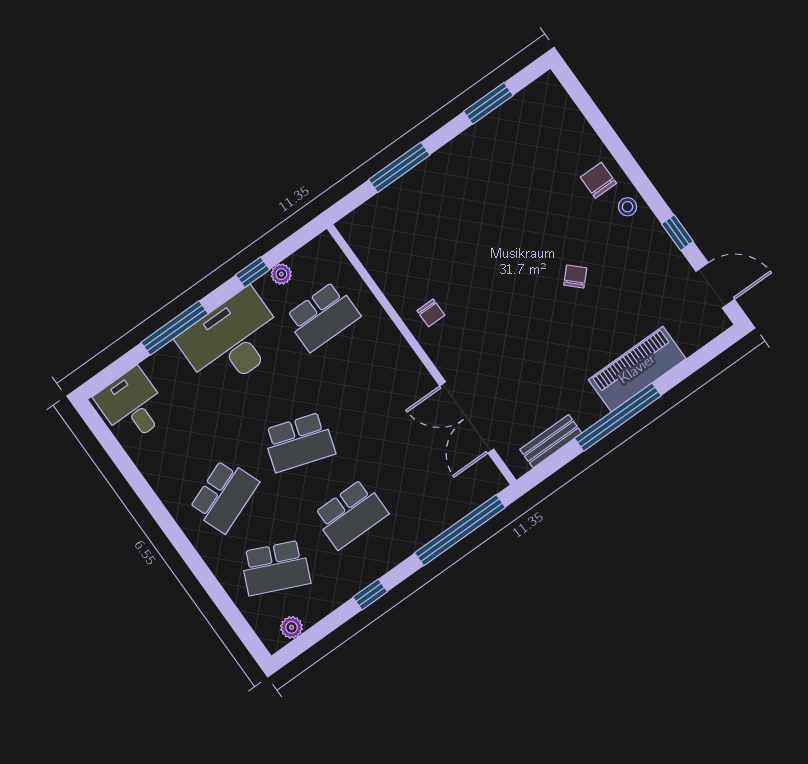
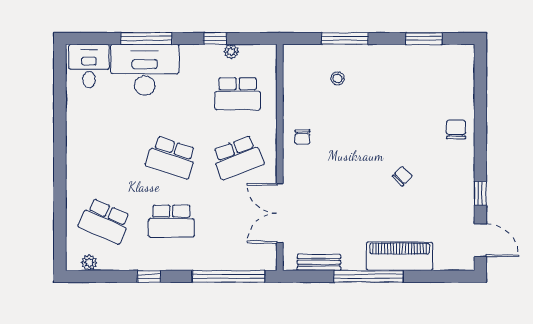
stool: (628, 207) -> (338, 78), moved
desk: (232, 340) -> (145, 70), moved
school desk: (224, 496) -> (238, 157), moved

